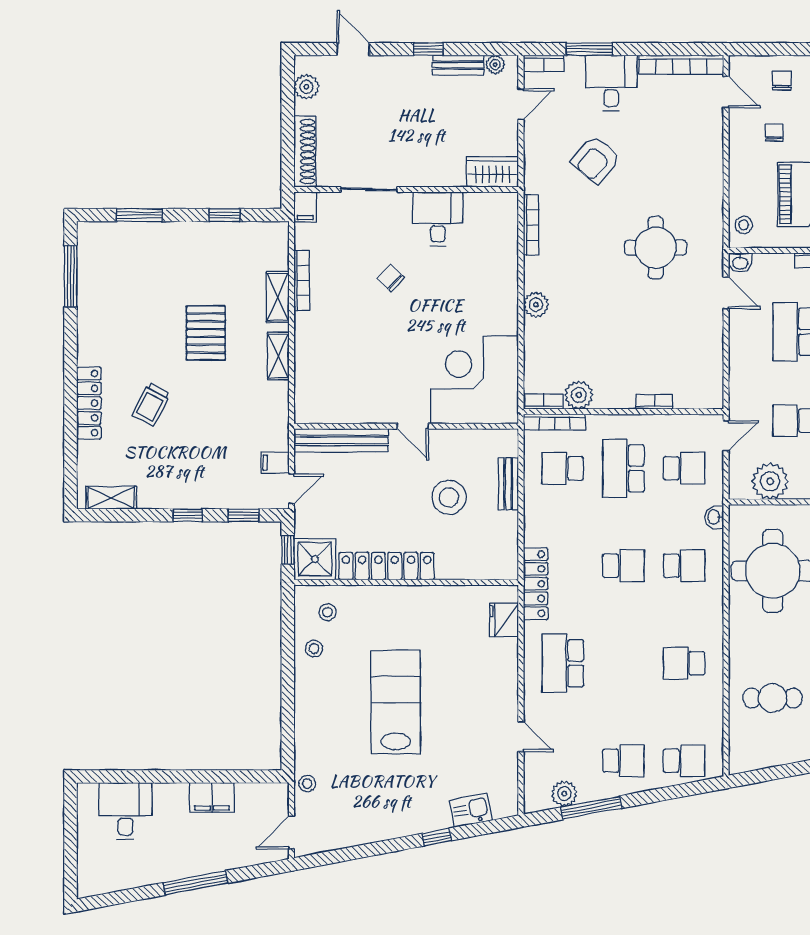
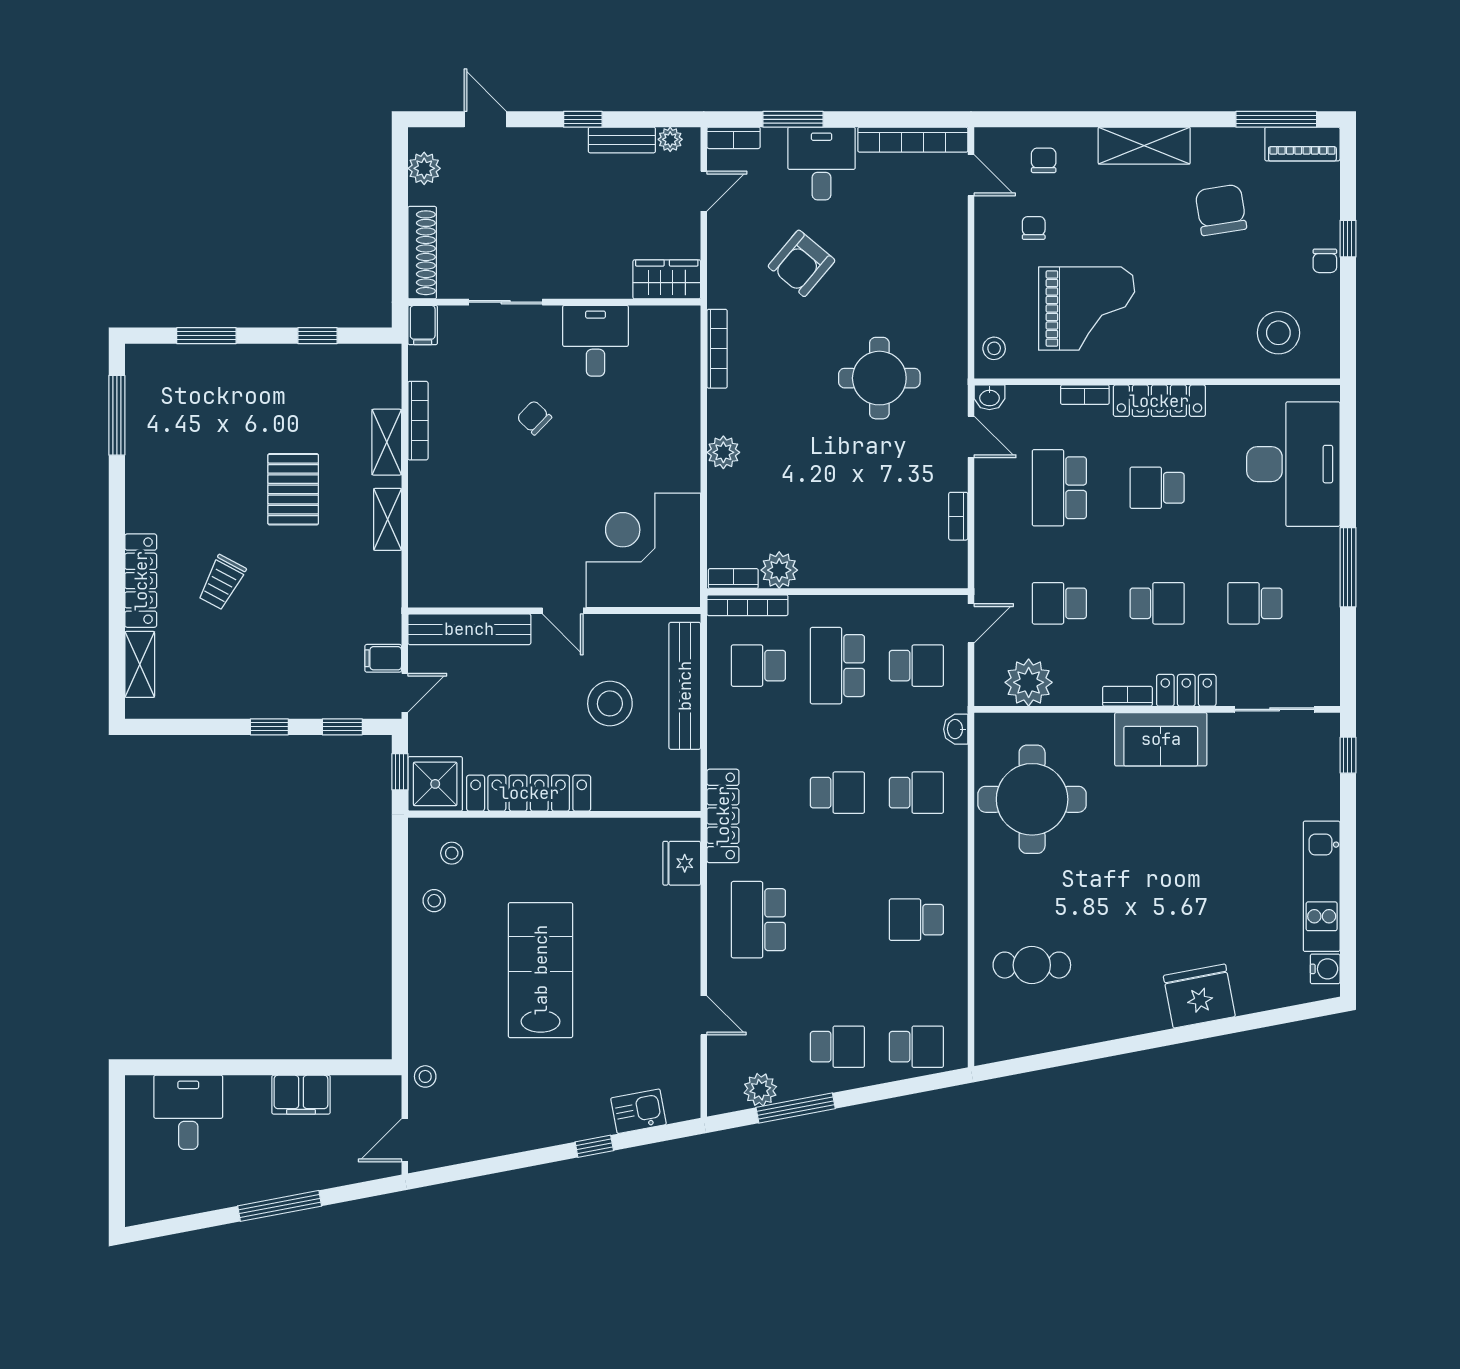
bookcase: (655, 402) -> (958, 516), moved, turned -90
bench: (508, 484) -> (685, 686), width x1.86, depth x1.21
shelving: (111, 498) -> (140, 664), moved, turned 90

